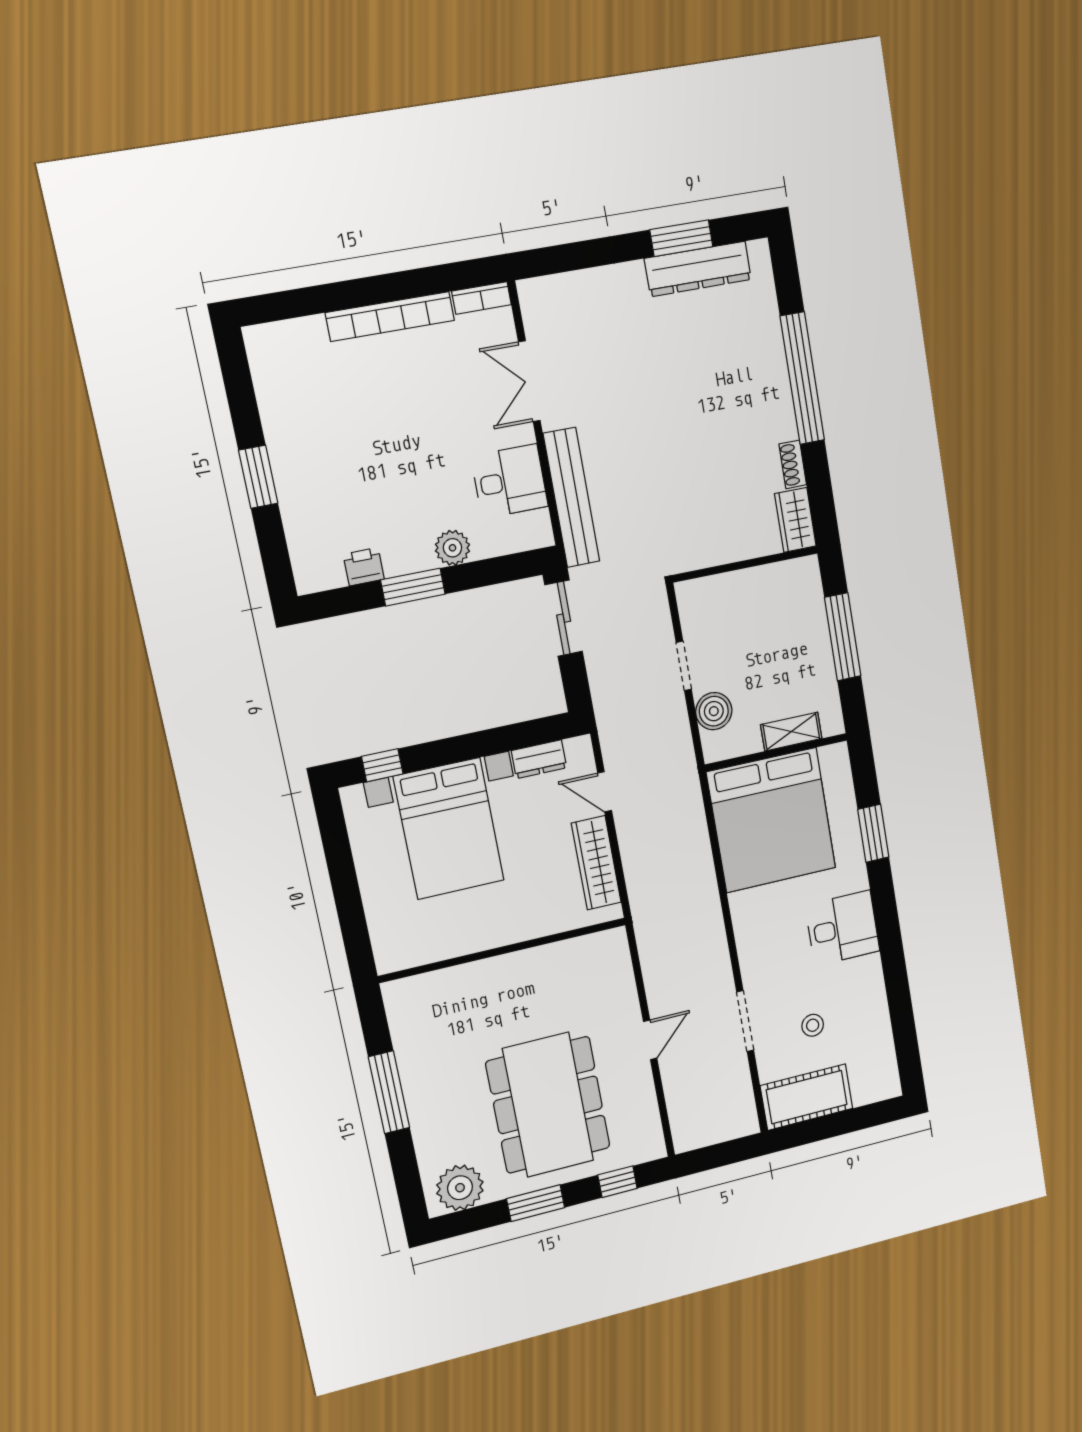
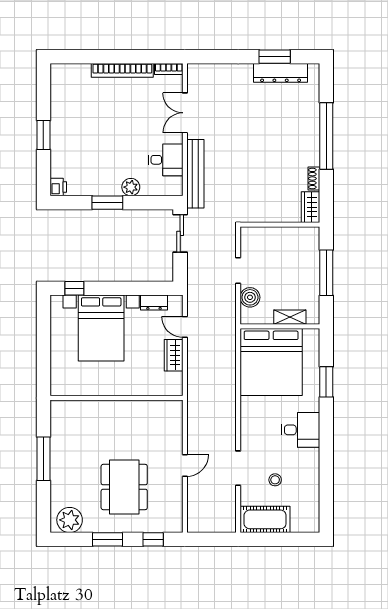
printer: (364, 567) -> (58, 187), moved, turned 90
wardrobe: (596, 863) -> (174, 355), width x0.67
dining table: (548, 1105) -> (124, 487), width x0.73, depth x0.80

